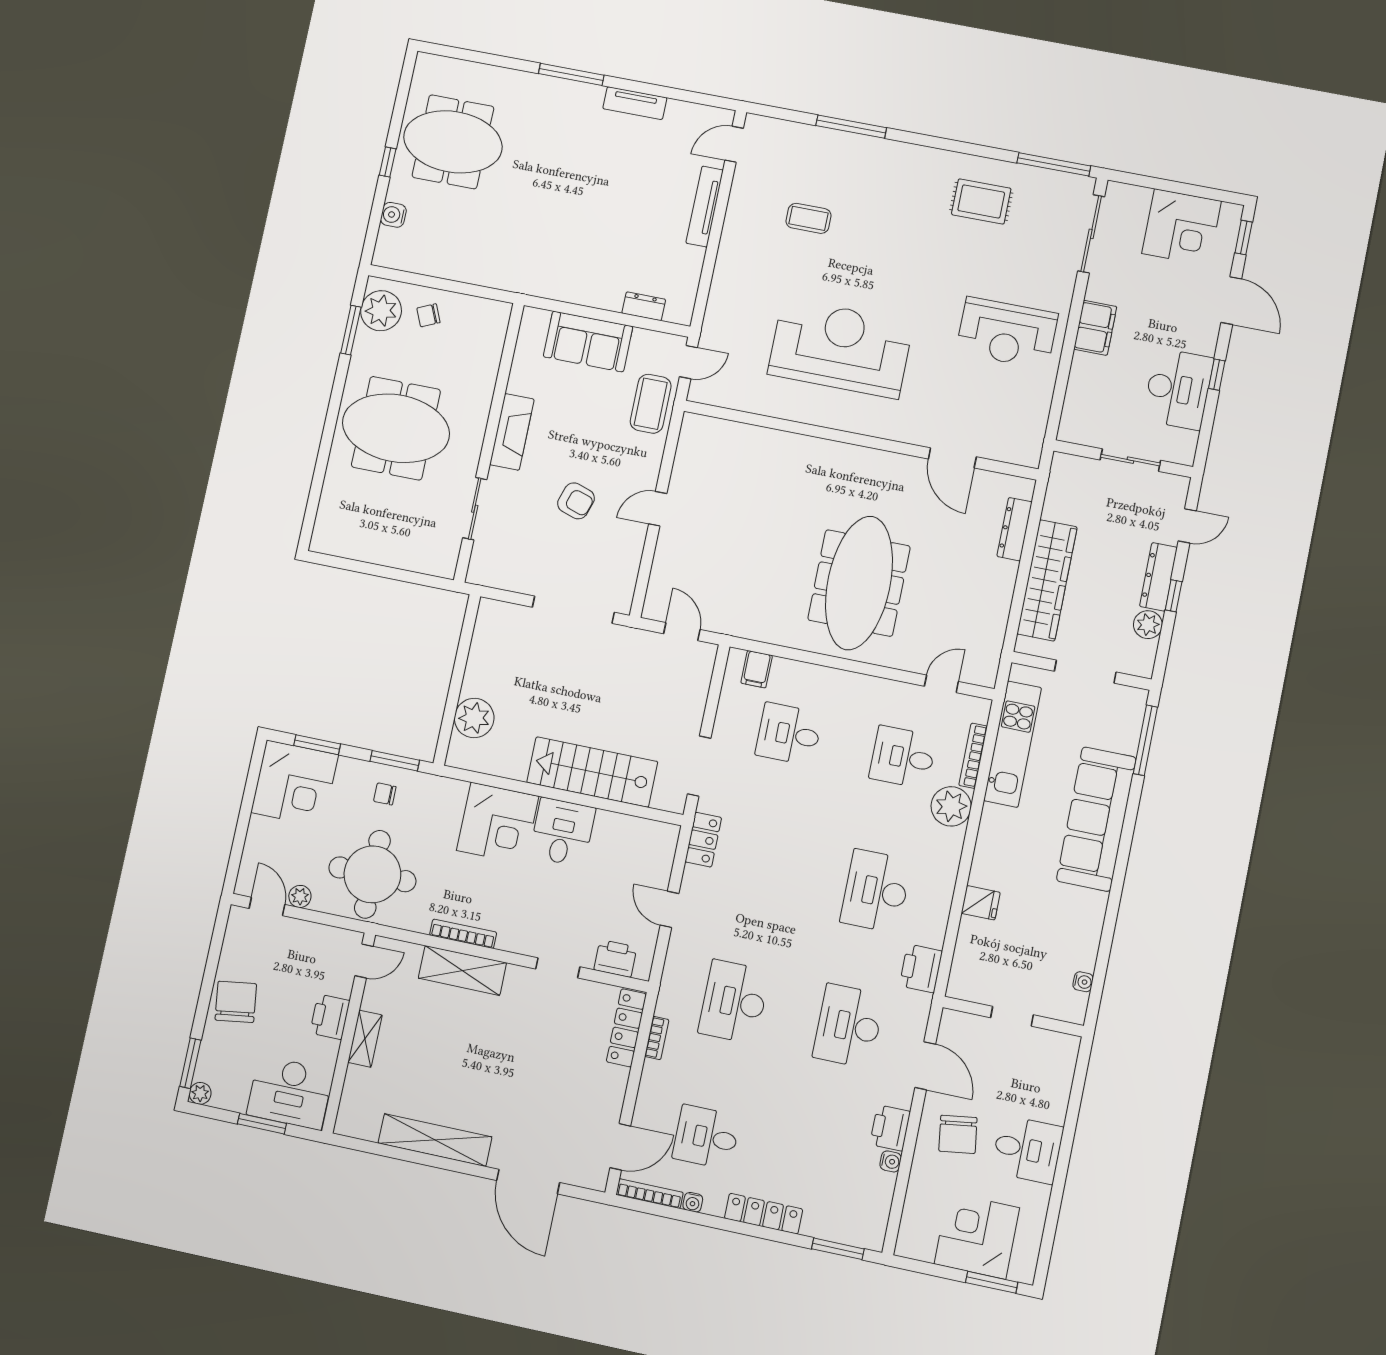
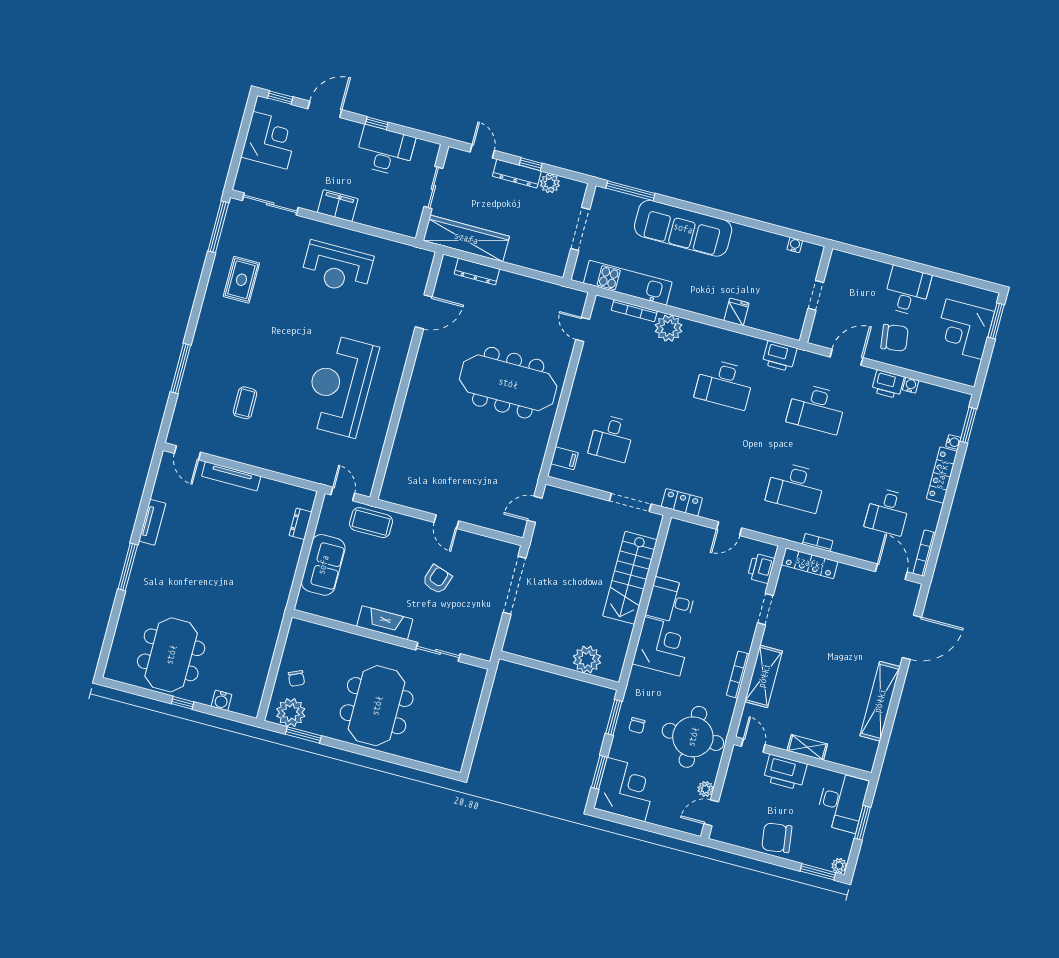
reception desk: (1007, 333) -> (337, 268), turned 90
wardrobe: (1047, 580) -> (466, 238), moved
desk: (903, 757) -> (632, 360), removed
printer: (330, 1017) -> (785, 772), width x1.37, depth x1.19
water cooler: (693, 1202) -> (953, 442), moved

